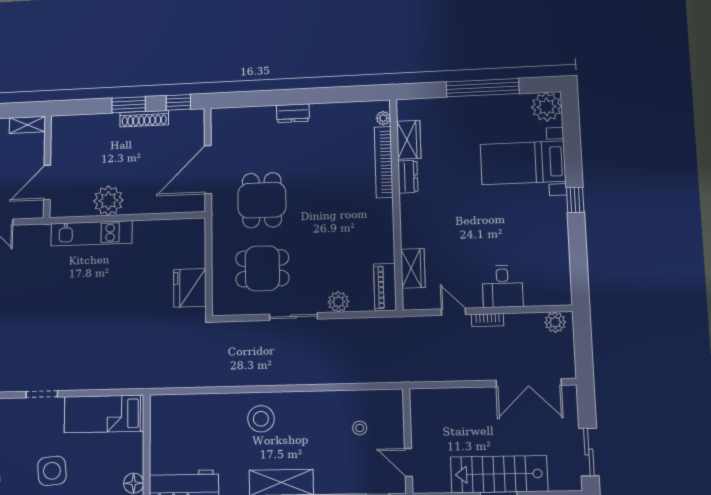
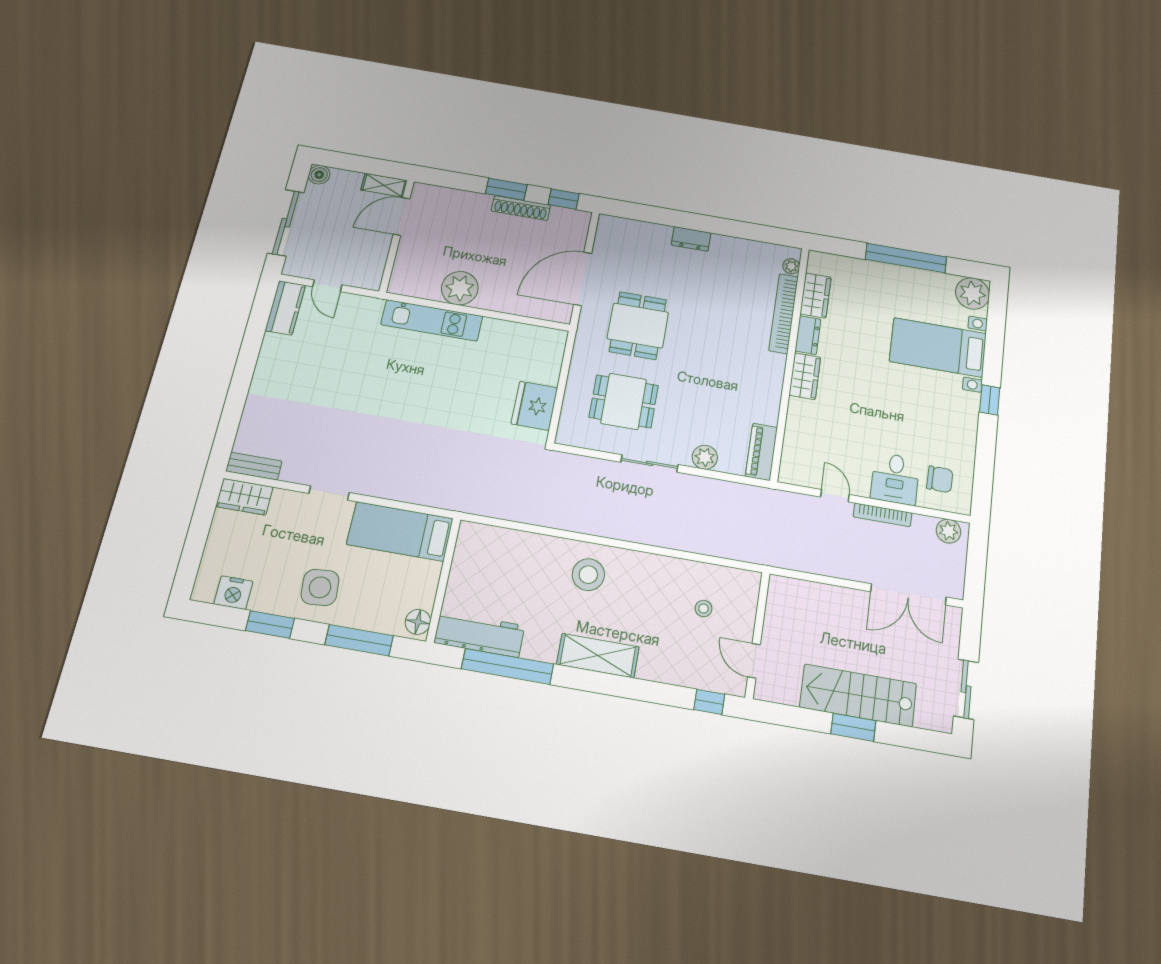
door: (47, 182) -> (402, 216), moved
wardrobe: (413, 268) -> (805, 376), moved
chair: (541, 279) -> (940, 479), added
bookcase: (487, 320) -> (883, 515), width x1.56

